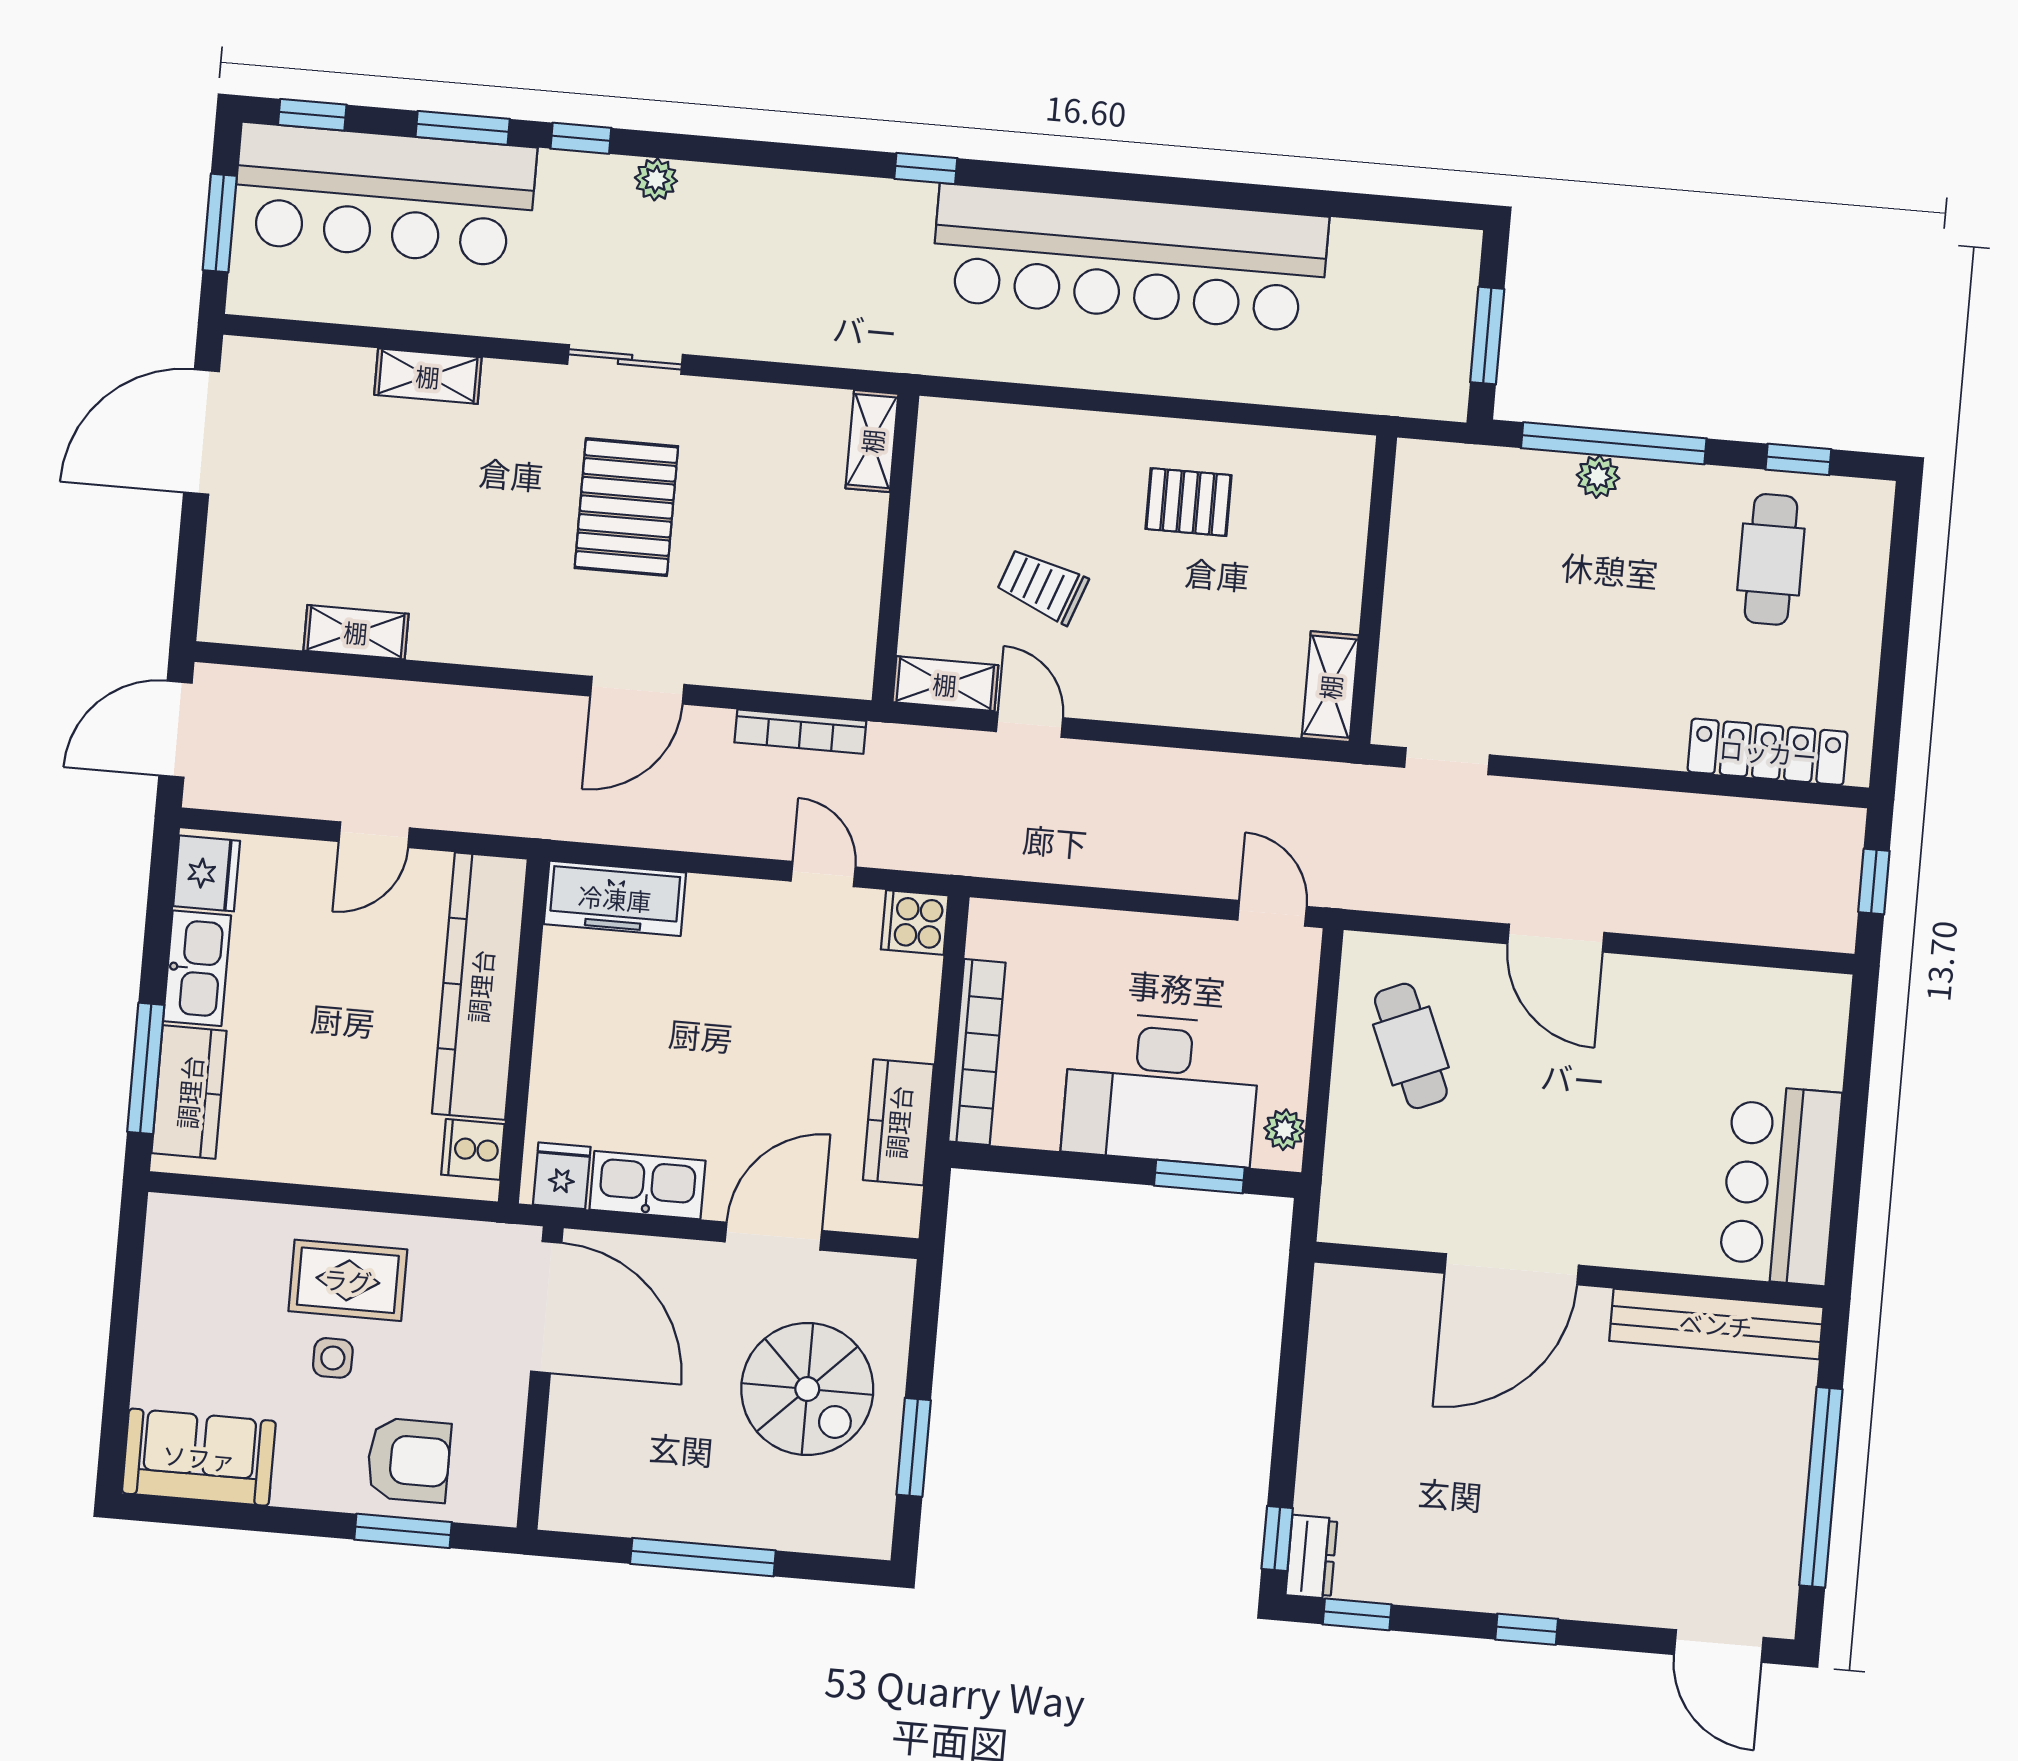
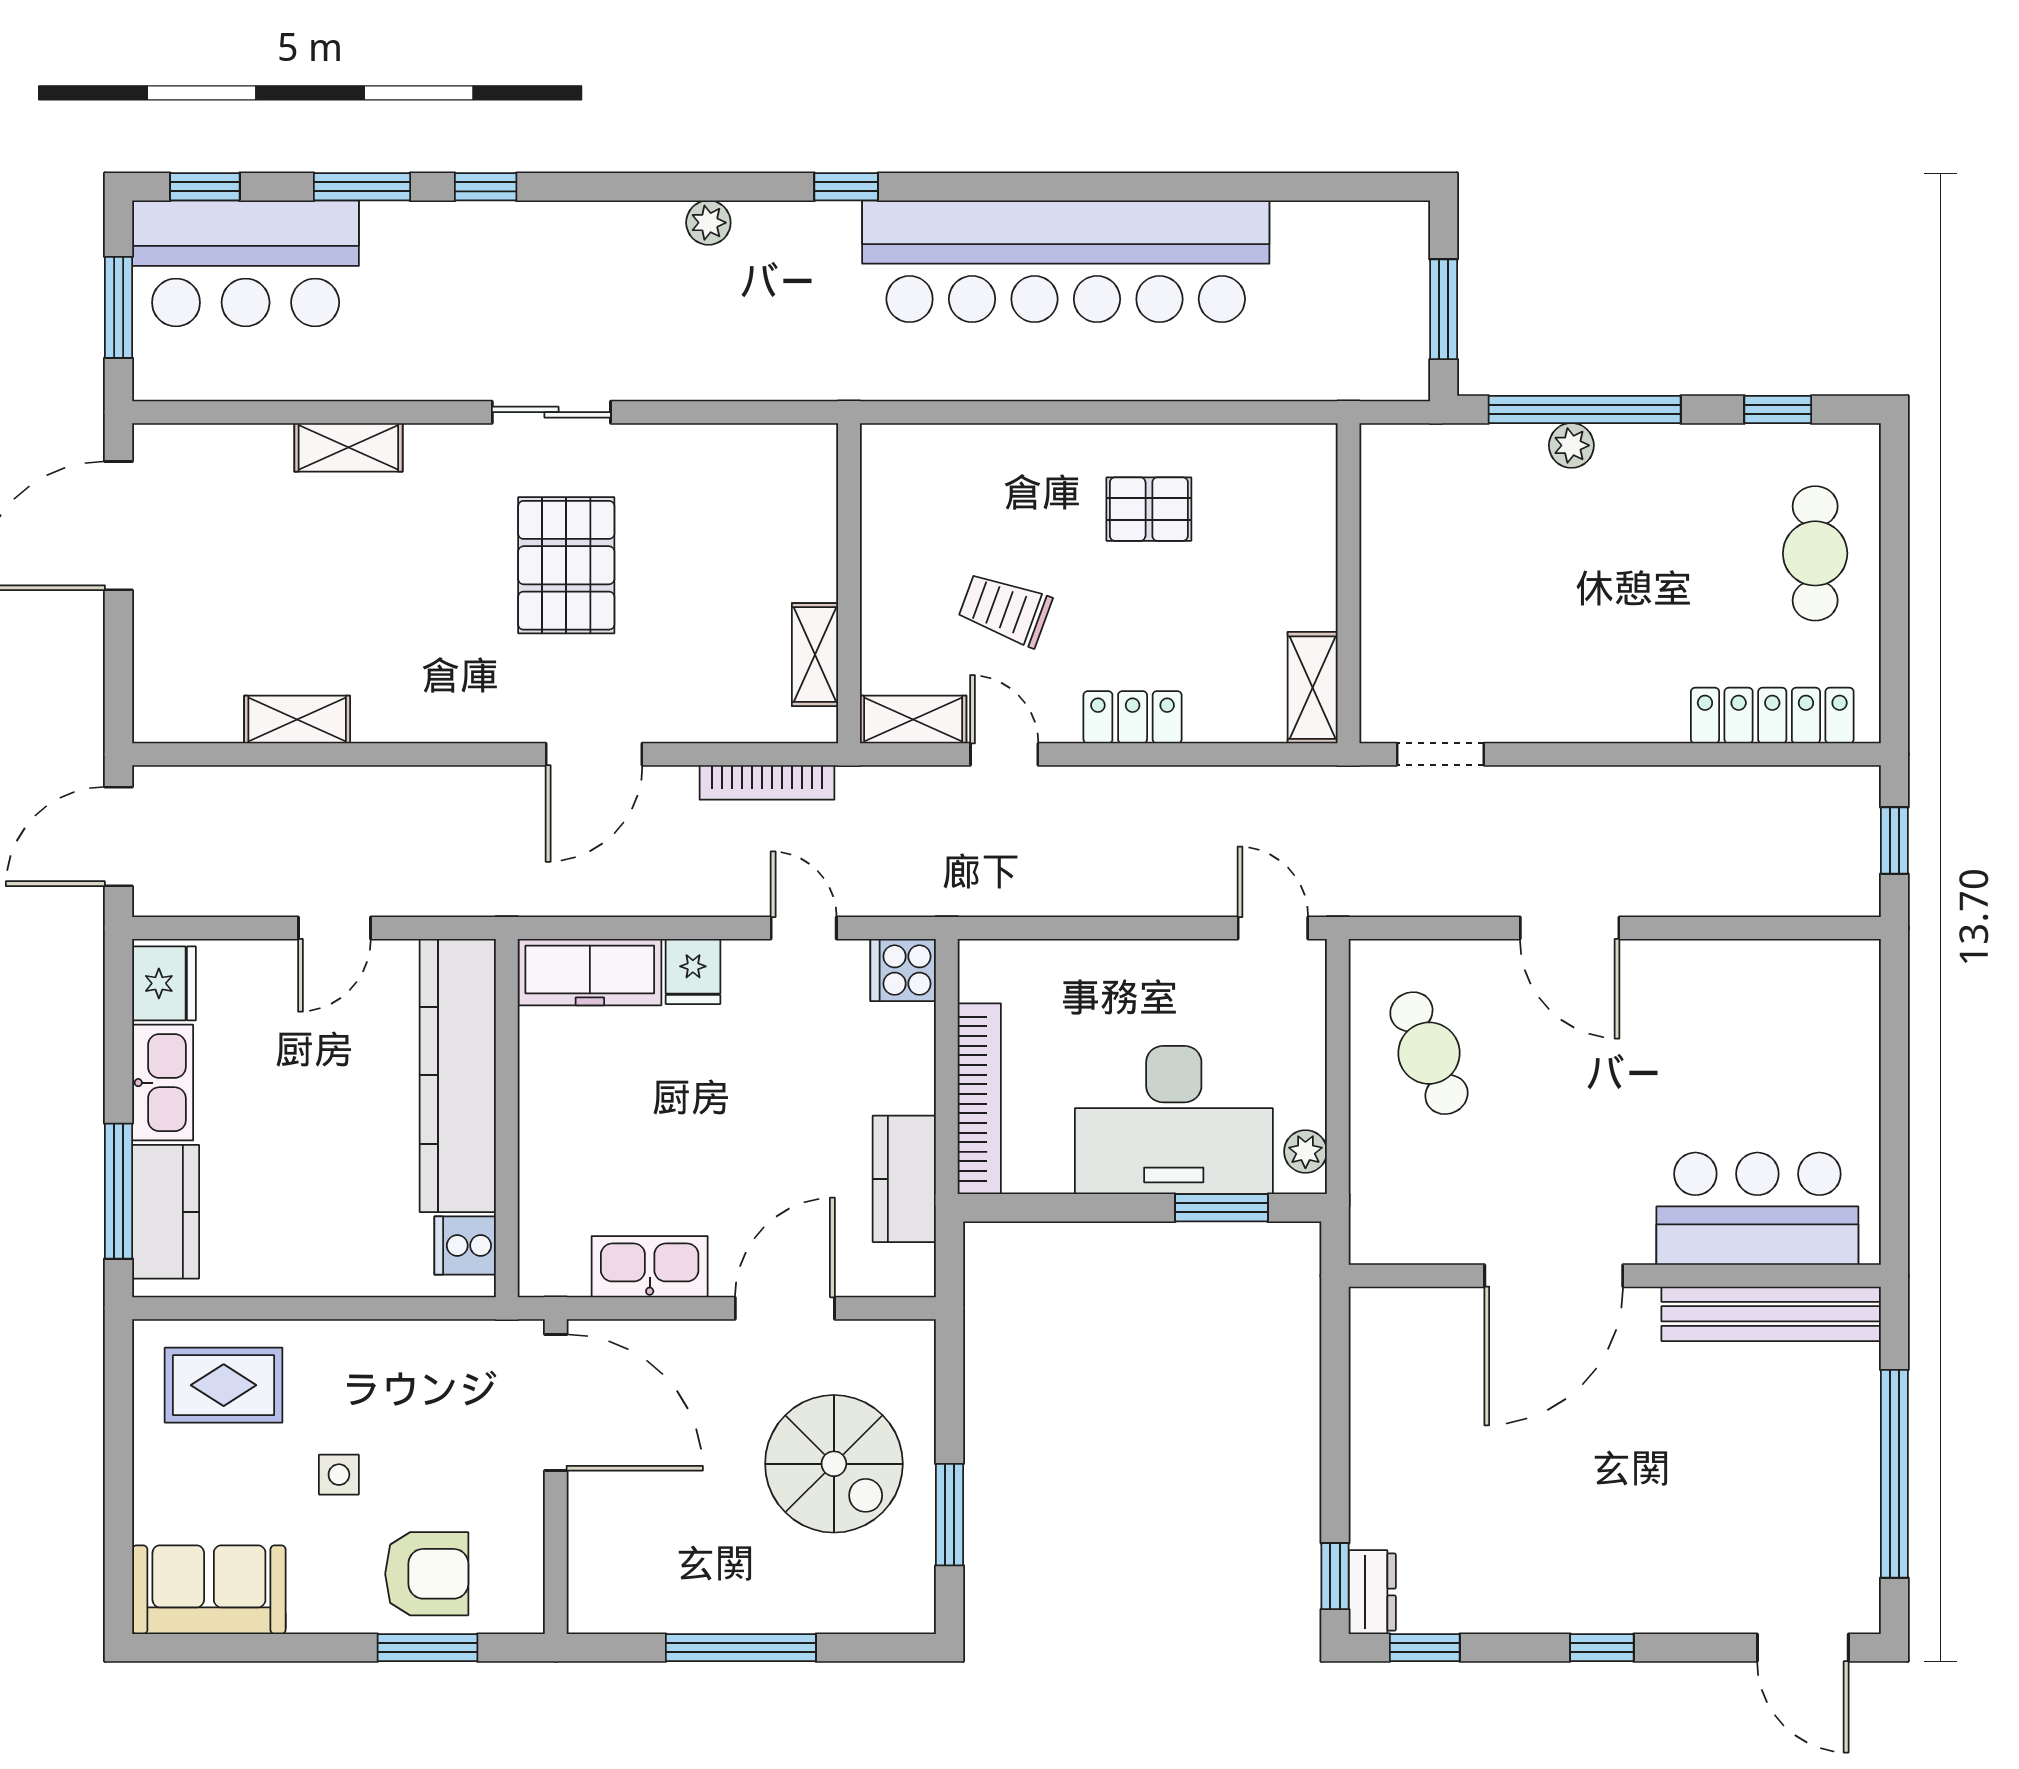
plant: (656, 179) -> (708, 223), moved
bar counter: (384, 195) -> (246, 263), width x0.73
shelving: (872, 441) -> (815, 655), moved
cafe table: (1771, 559) -> (1815, 553), moved
locker: (1155, 700) -> (1133, 717), added
fridge: (562, 1176) -> (693, 971), moved, turned 180
bar counter: (1780, 1185) -> (1757, 1209), moved, turned 90
rug: (348, 1280) -> (224, 1385), moved

